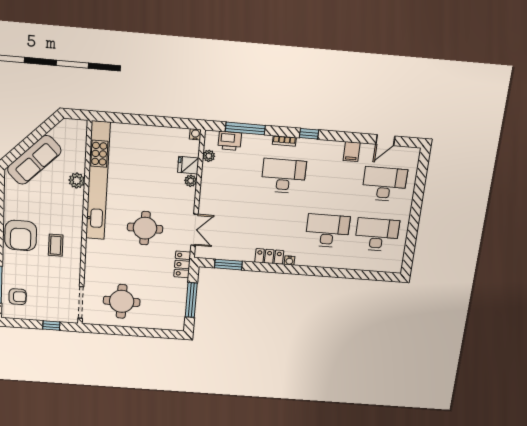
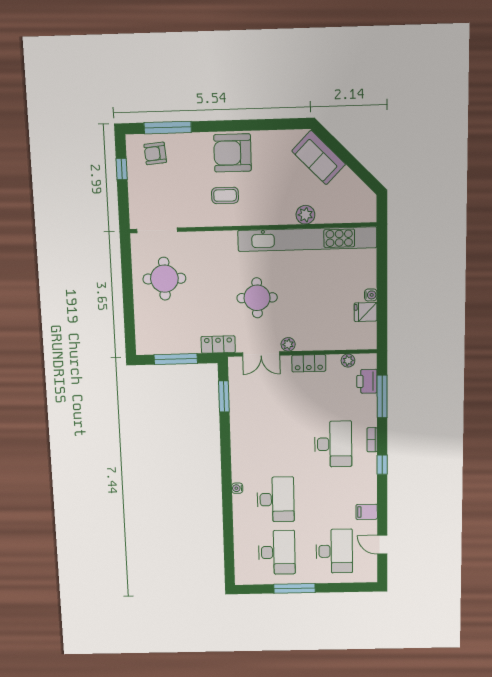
water cooler: (195, 134) -> (371, 295), moved
sofa: (34, 160) -> (319, 158), width x0.73
fridge: (188, 165) -> (366, 312), moved, turned -90
plant: (191, 181) -> (288, 344), moved
window: (414, 223) -> (294, 588), added
locker: (269, 256) -> (309, 363), moved, turned 90
water cooler: (289, 260) -> (237, 488), moved
armchair: (18, 297) -> (155, 153), turned 85
window: (51, 326) -> (122, 169), moved

